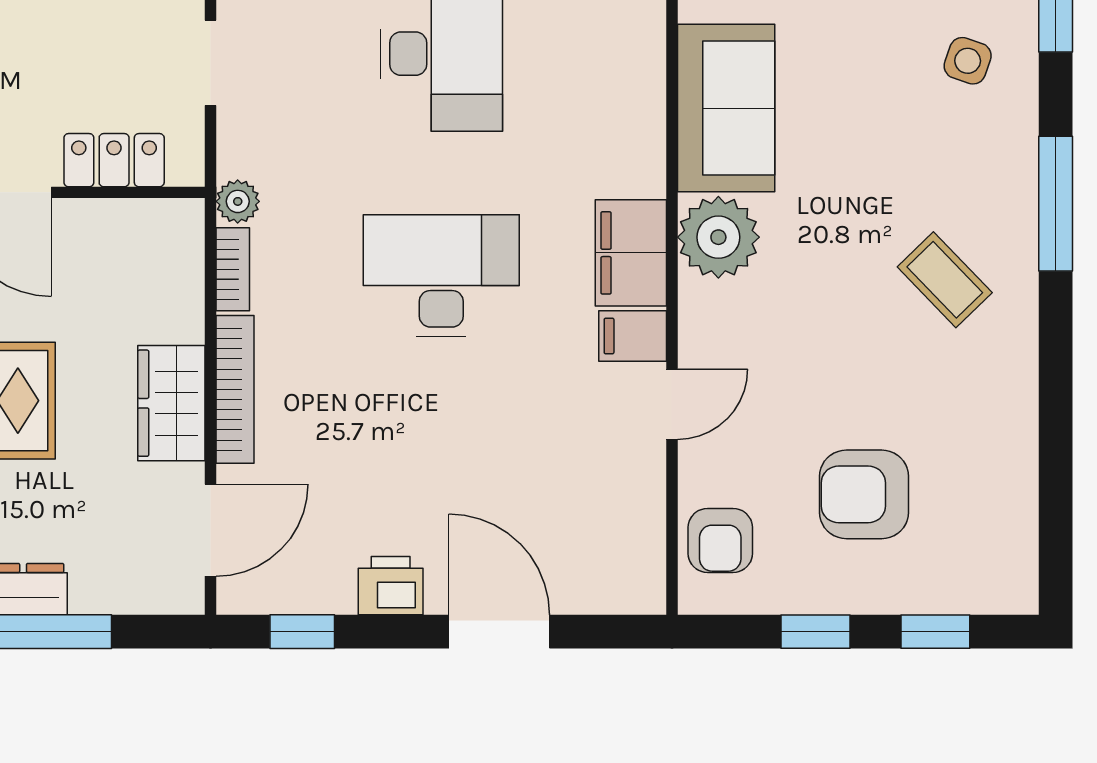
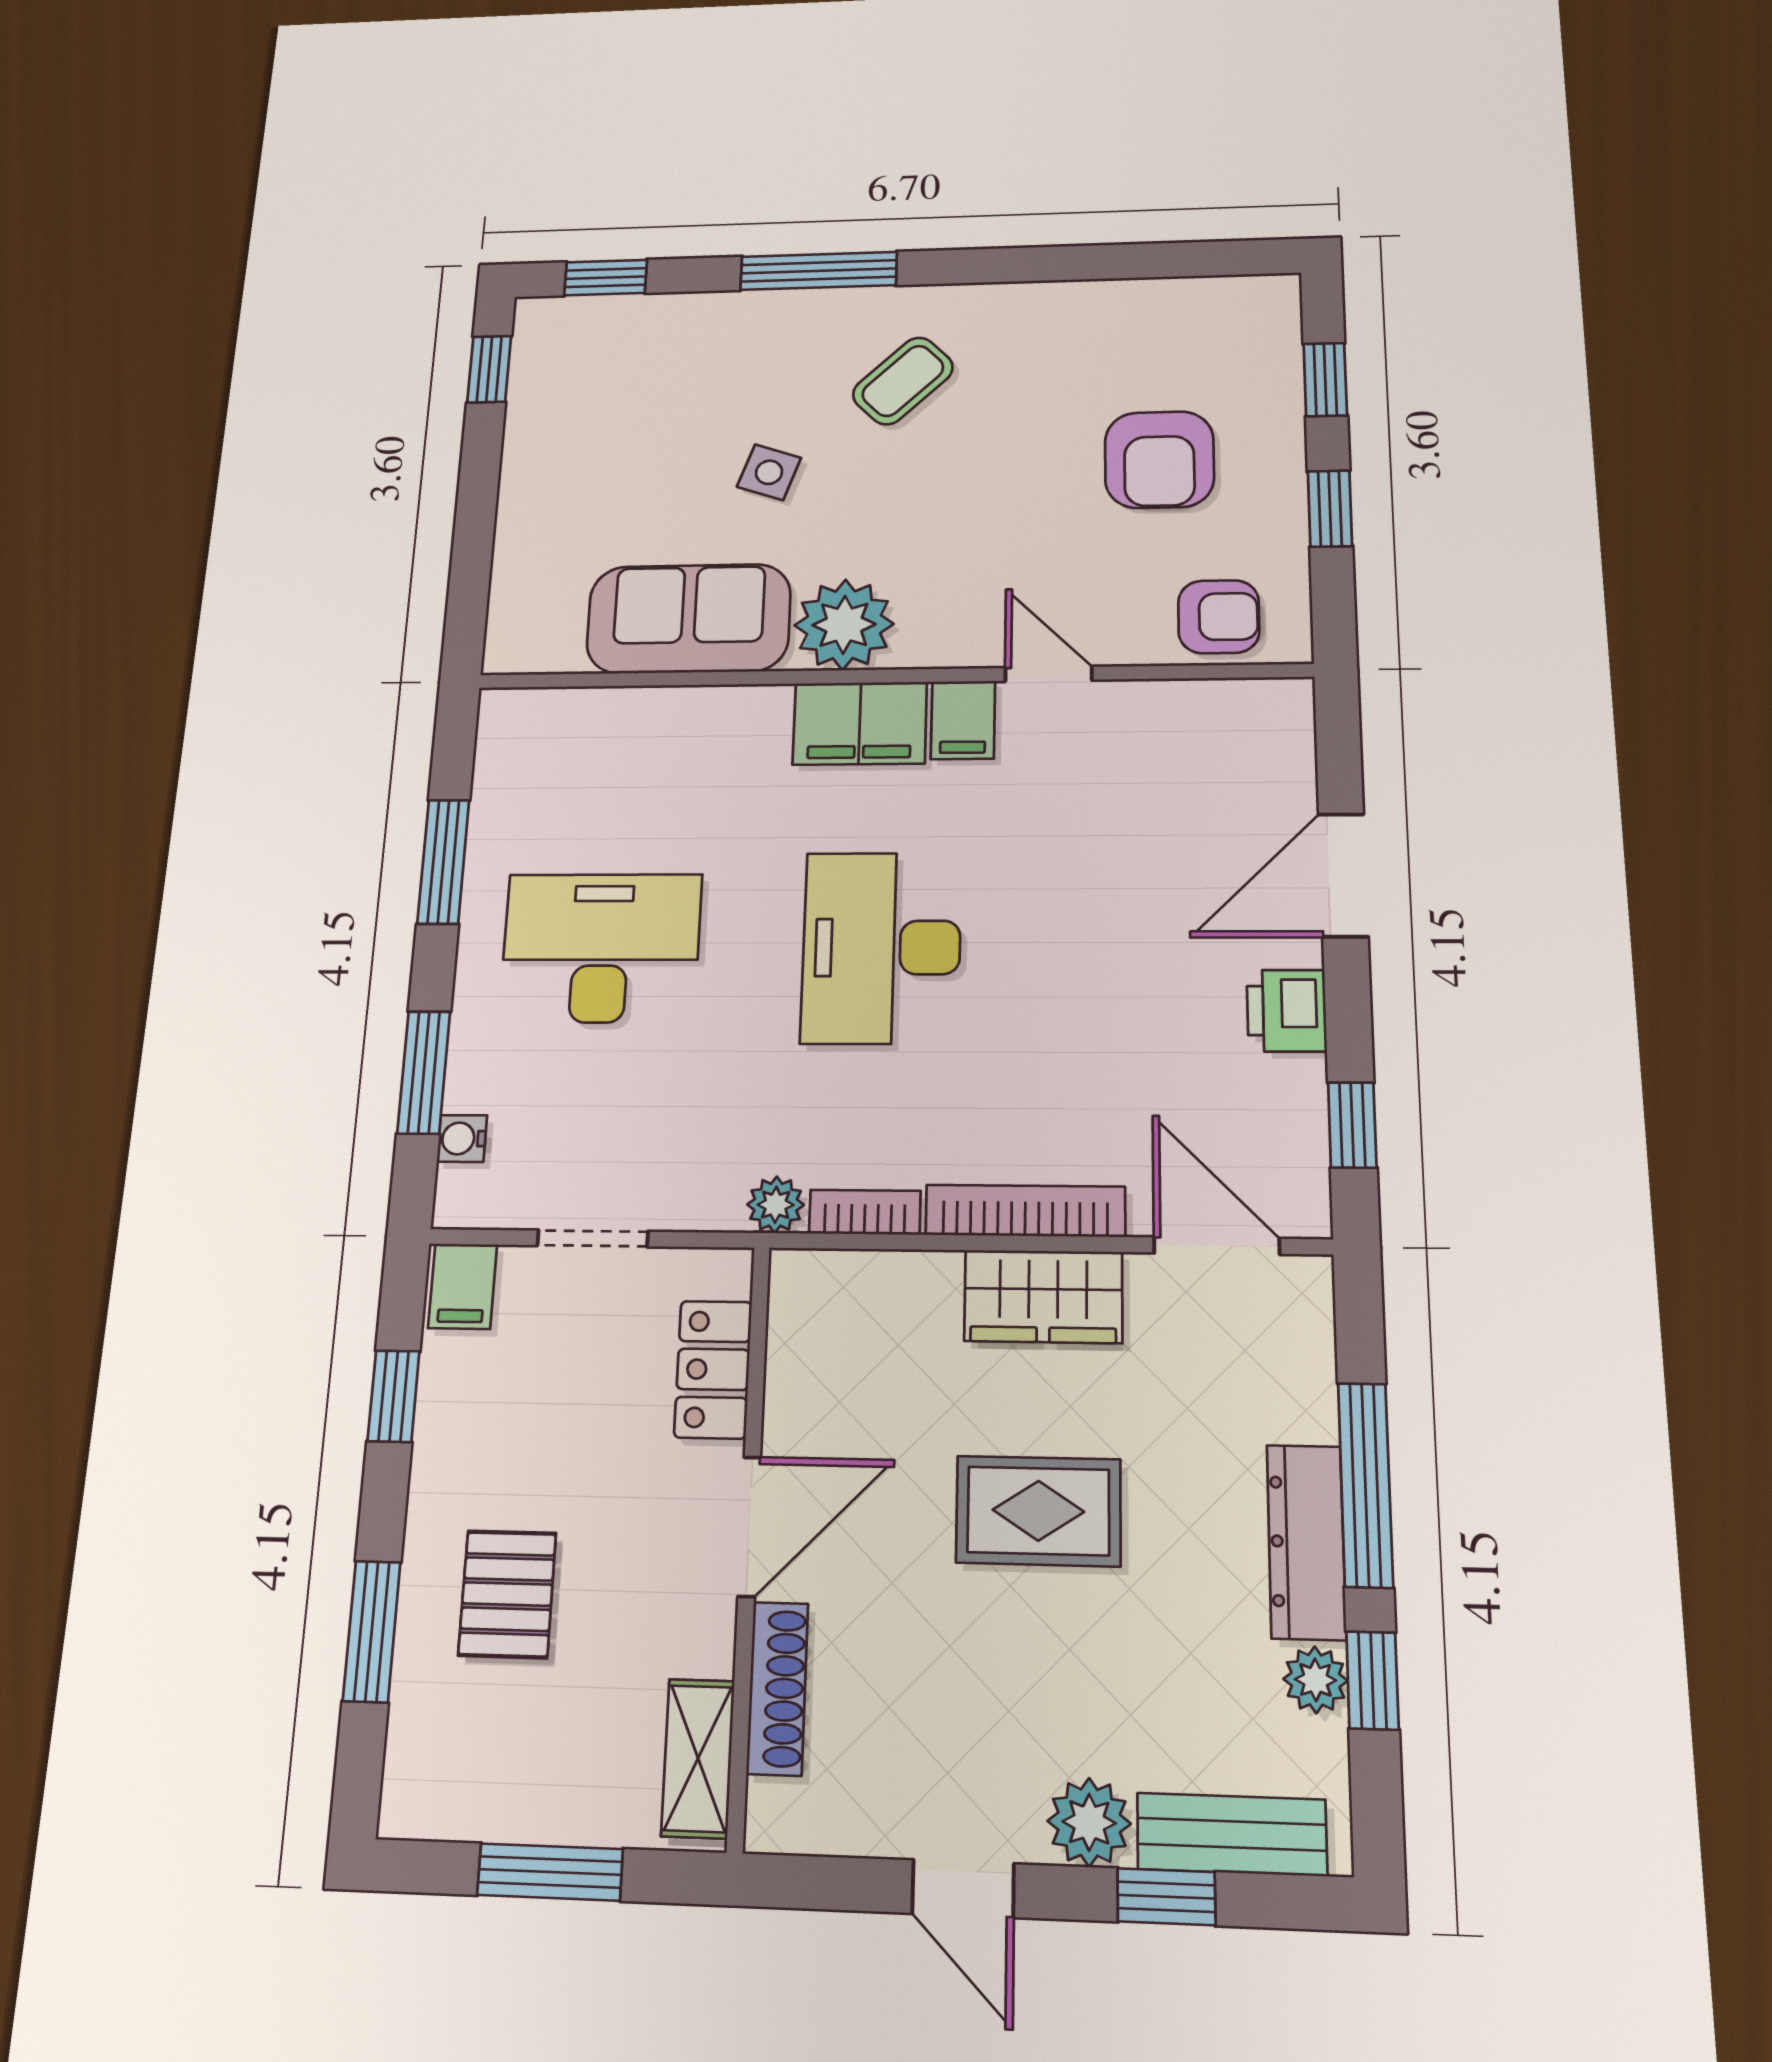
side table: (968, 61) -> (769, 472), moved

